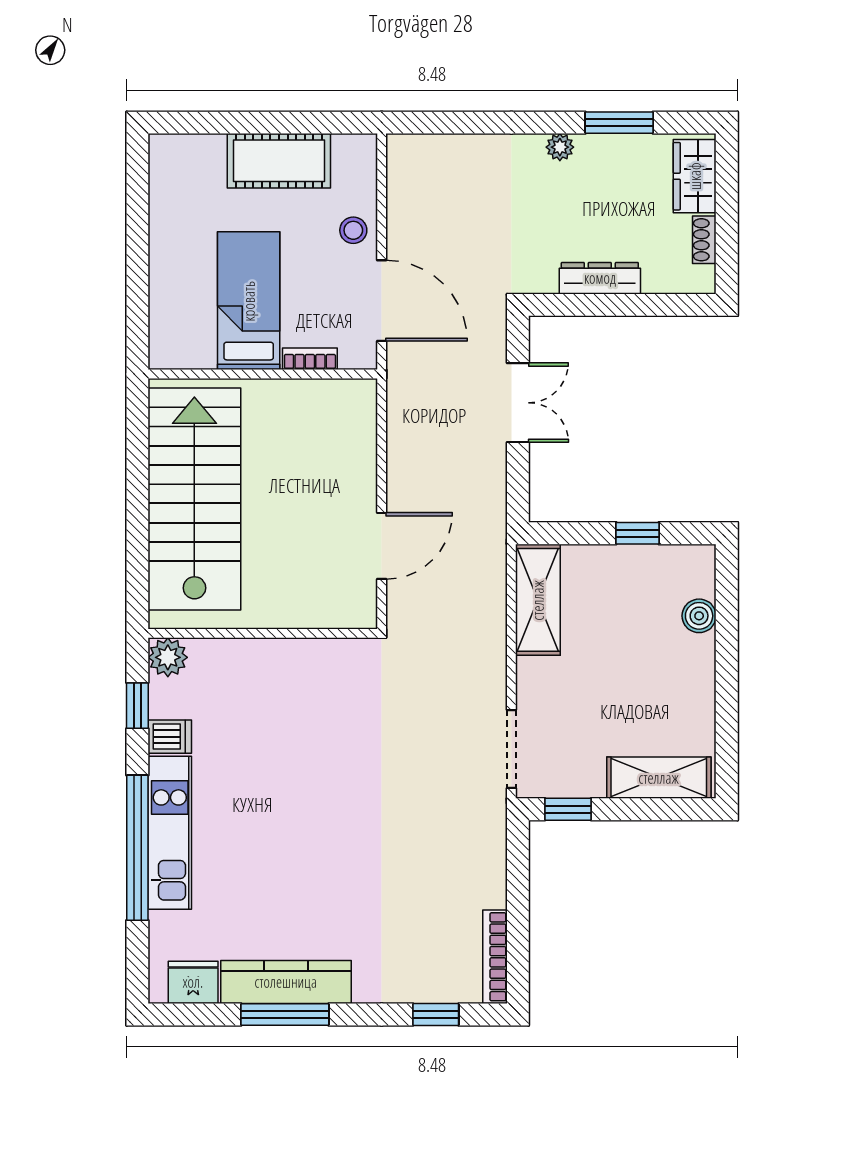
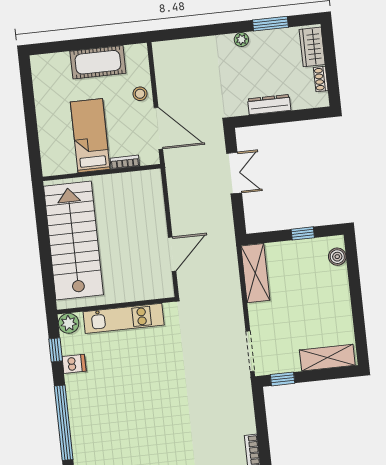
boiler: (699, 616) -> (337, 257), moved
kitchen unit: (170, 833) -> (124, 318), moved, turned 90

